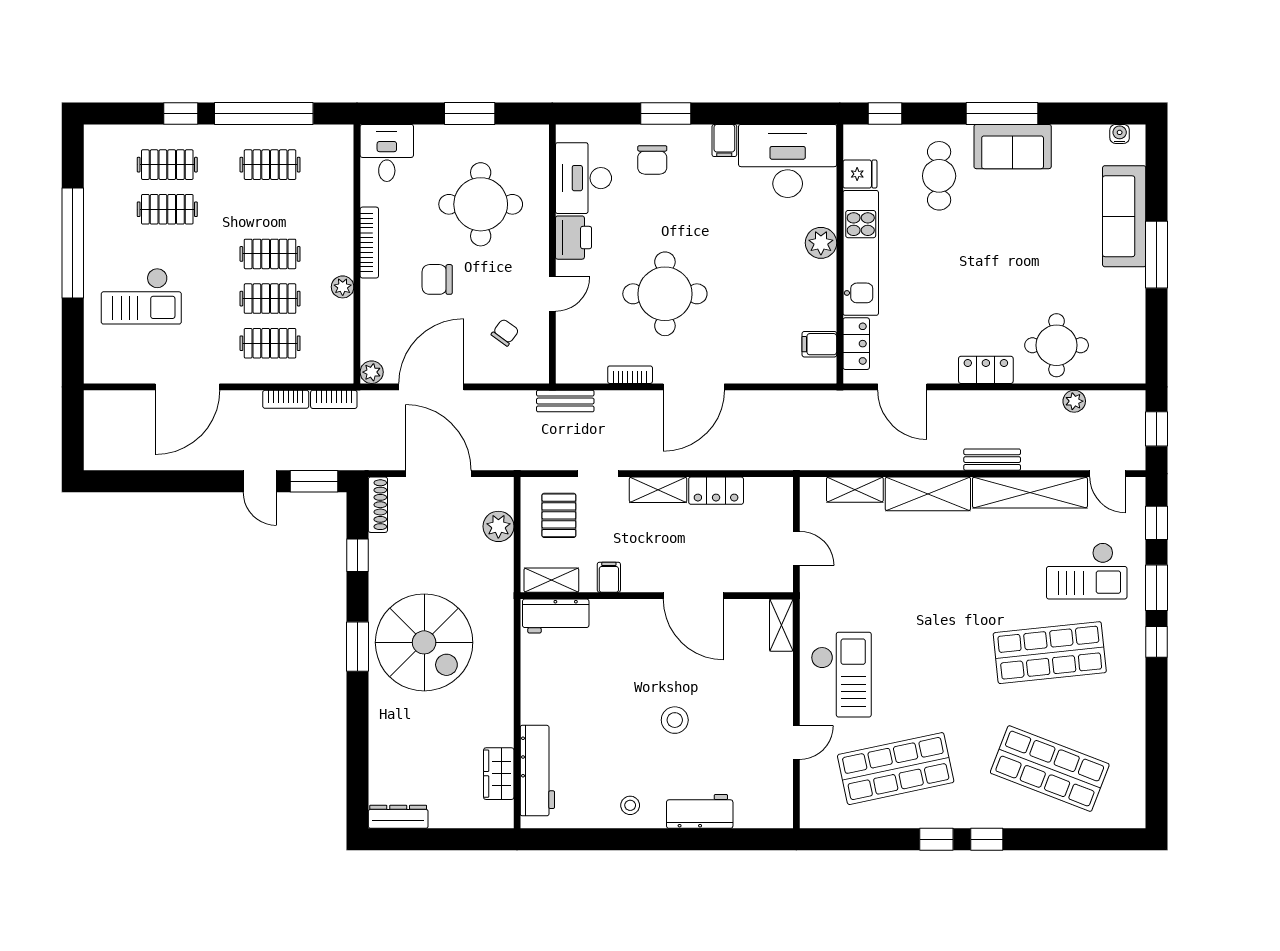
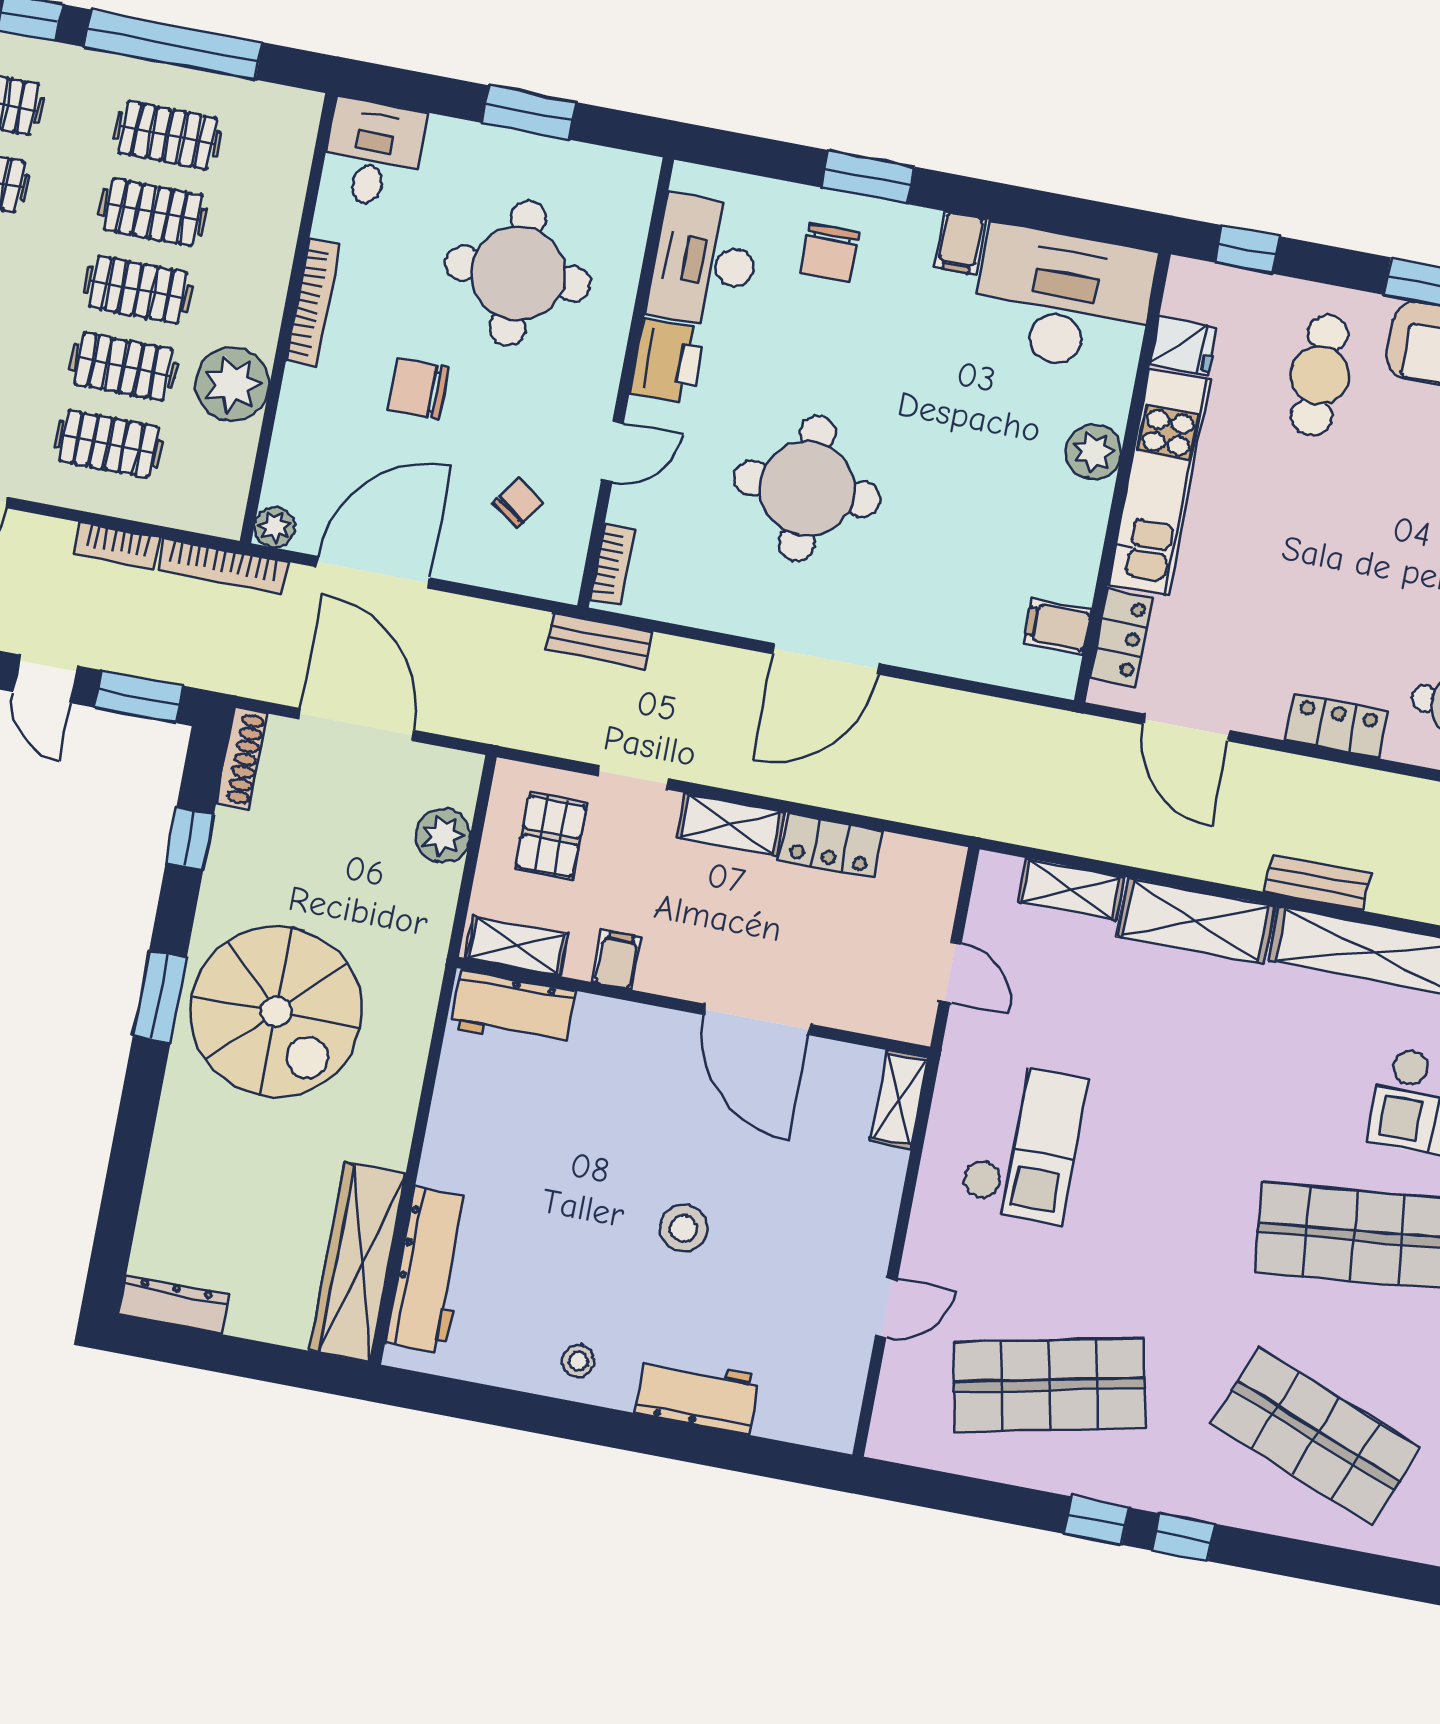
clothes rail: (270, 209) -> (153, 212), added
plant: (343, 287) -> (232, 384), width x1.87, depth x1.87
bookcase: (630, 375) -> (613, 564), moved, turned 90
bookcase: (334, 399) -> (223, 566), width x1.56
checkout: (841, 675) -> (1023, 1143), moved
wardrobe: (499, 774) -> (357, 1262), width x2.10, depth x1.17

